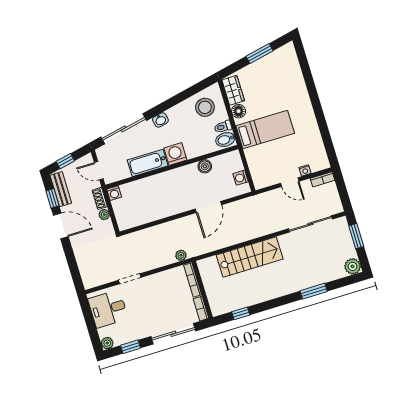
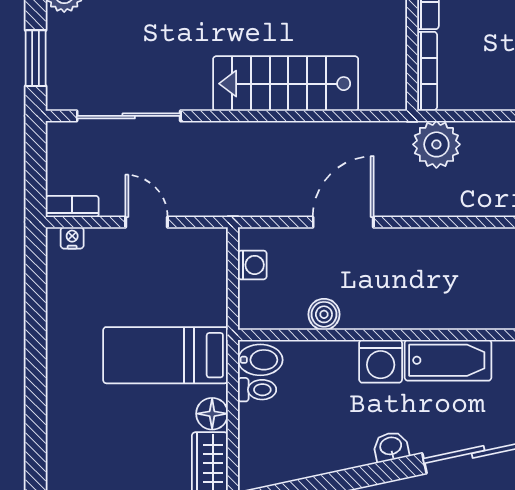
stool: (205, 107) -> (284, 445), removed
nightstand: (305, 170) -> (72, 238), moved
plant: (181, 255) -> (436, 144), width x1.88, depth x1.88

